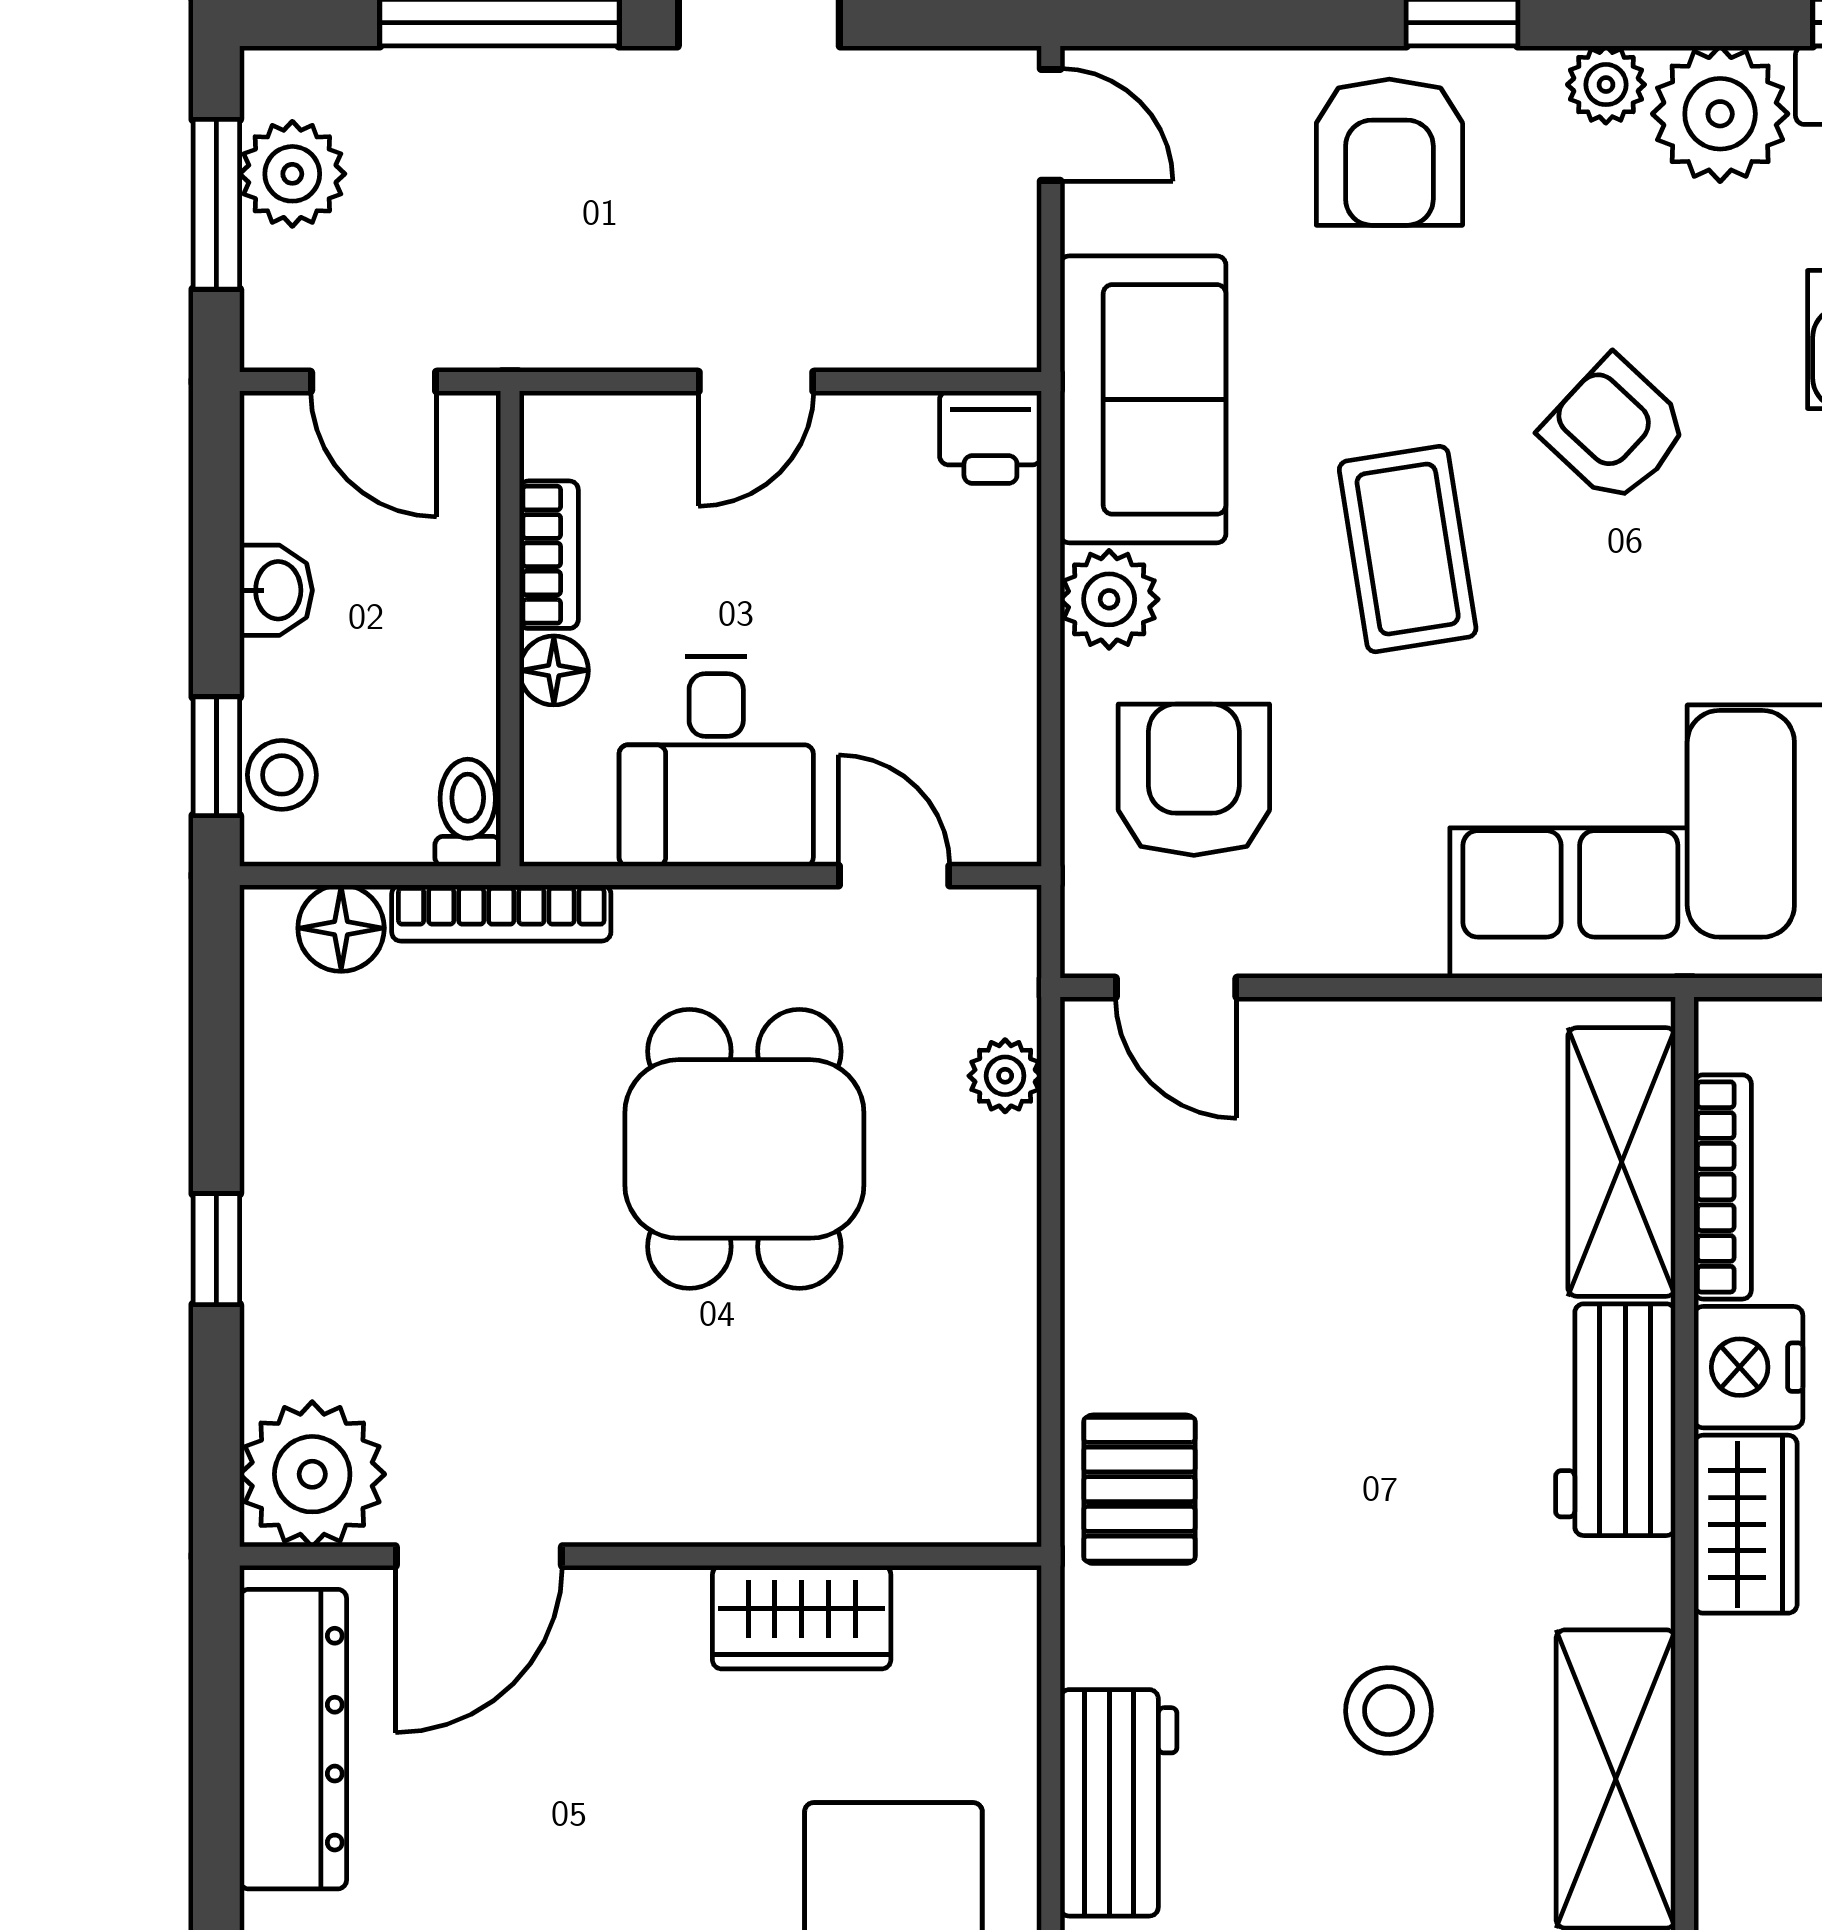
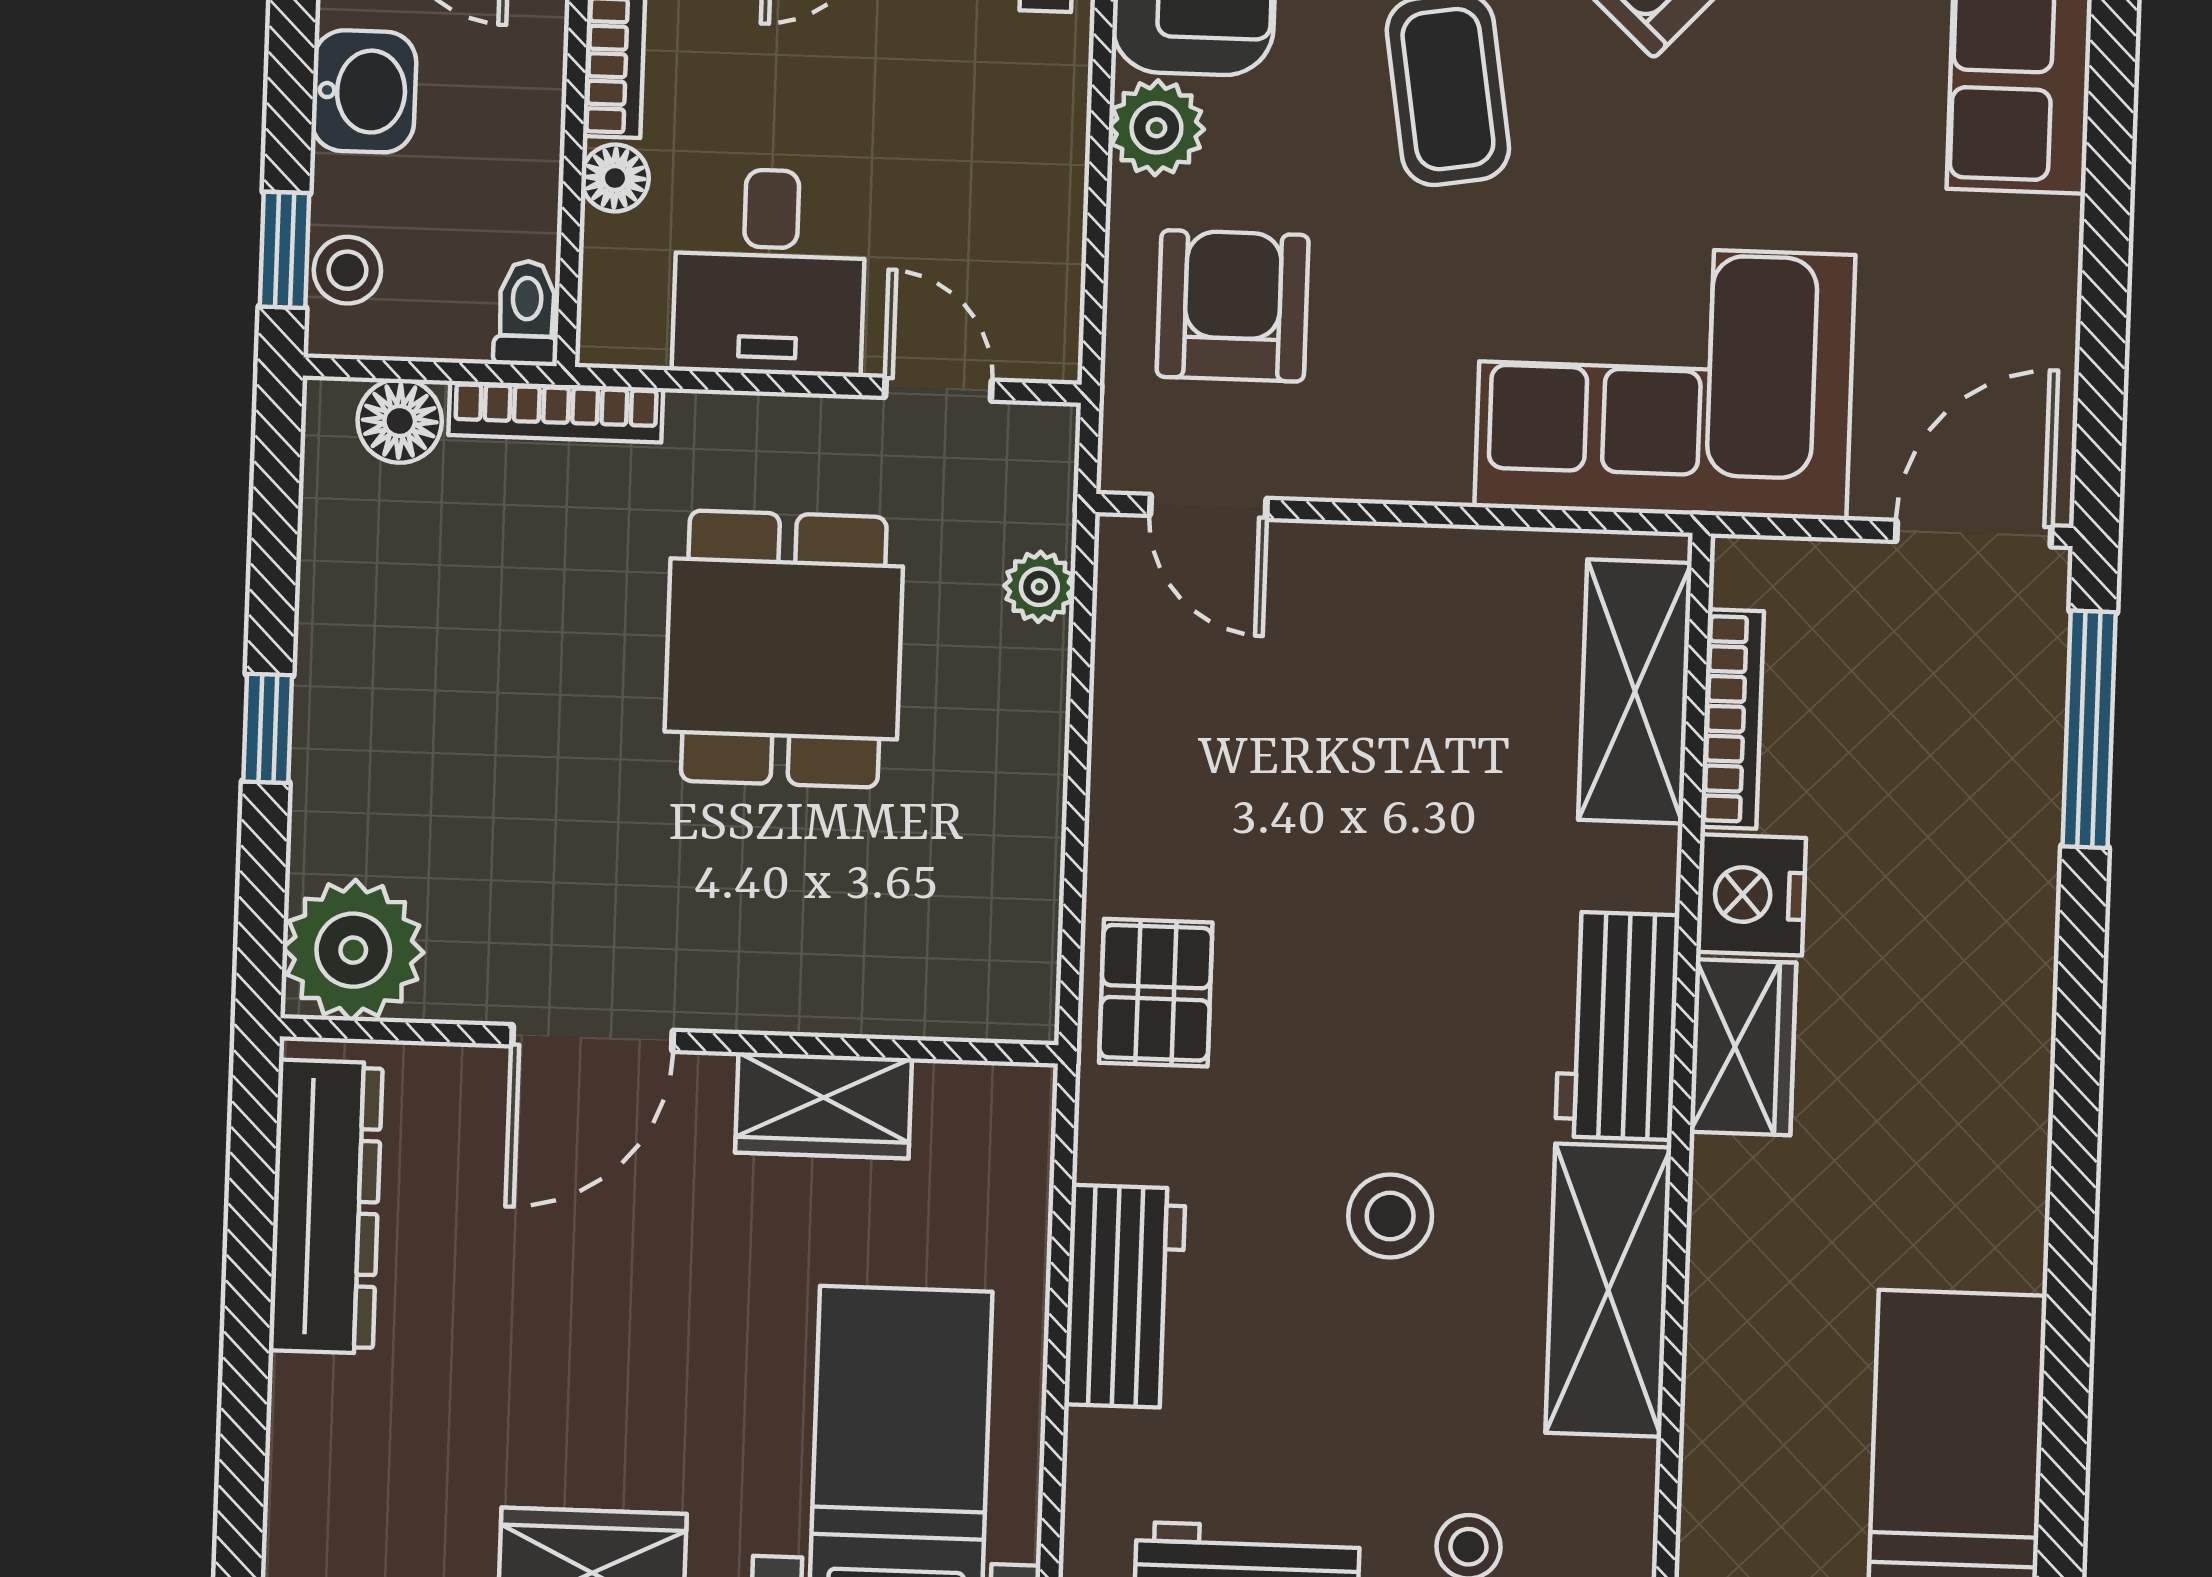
washbasin: (276, 590) -> (364, 91), width x1.38, depth x1.45
workbench: (1615, 1420) -> (1617, 1026), moved
door: (479, 1556) -> (593, 1038), moved

